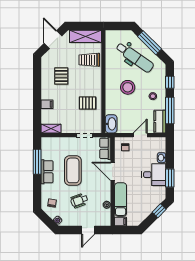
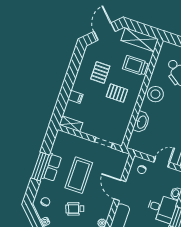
stool: (128, 87) -> (155, 94), moved
pallet: (88, 103) -> (117, 93), moved
washbasin: (111, 124) -> (141, 122), moved
row of seats: (105, 148) -> (120, 164), removed
window: (37, 162) -> (40, 167), moved

